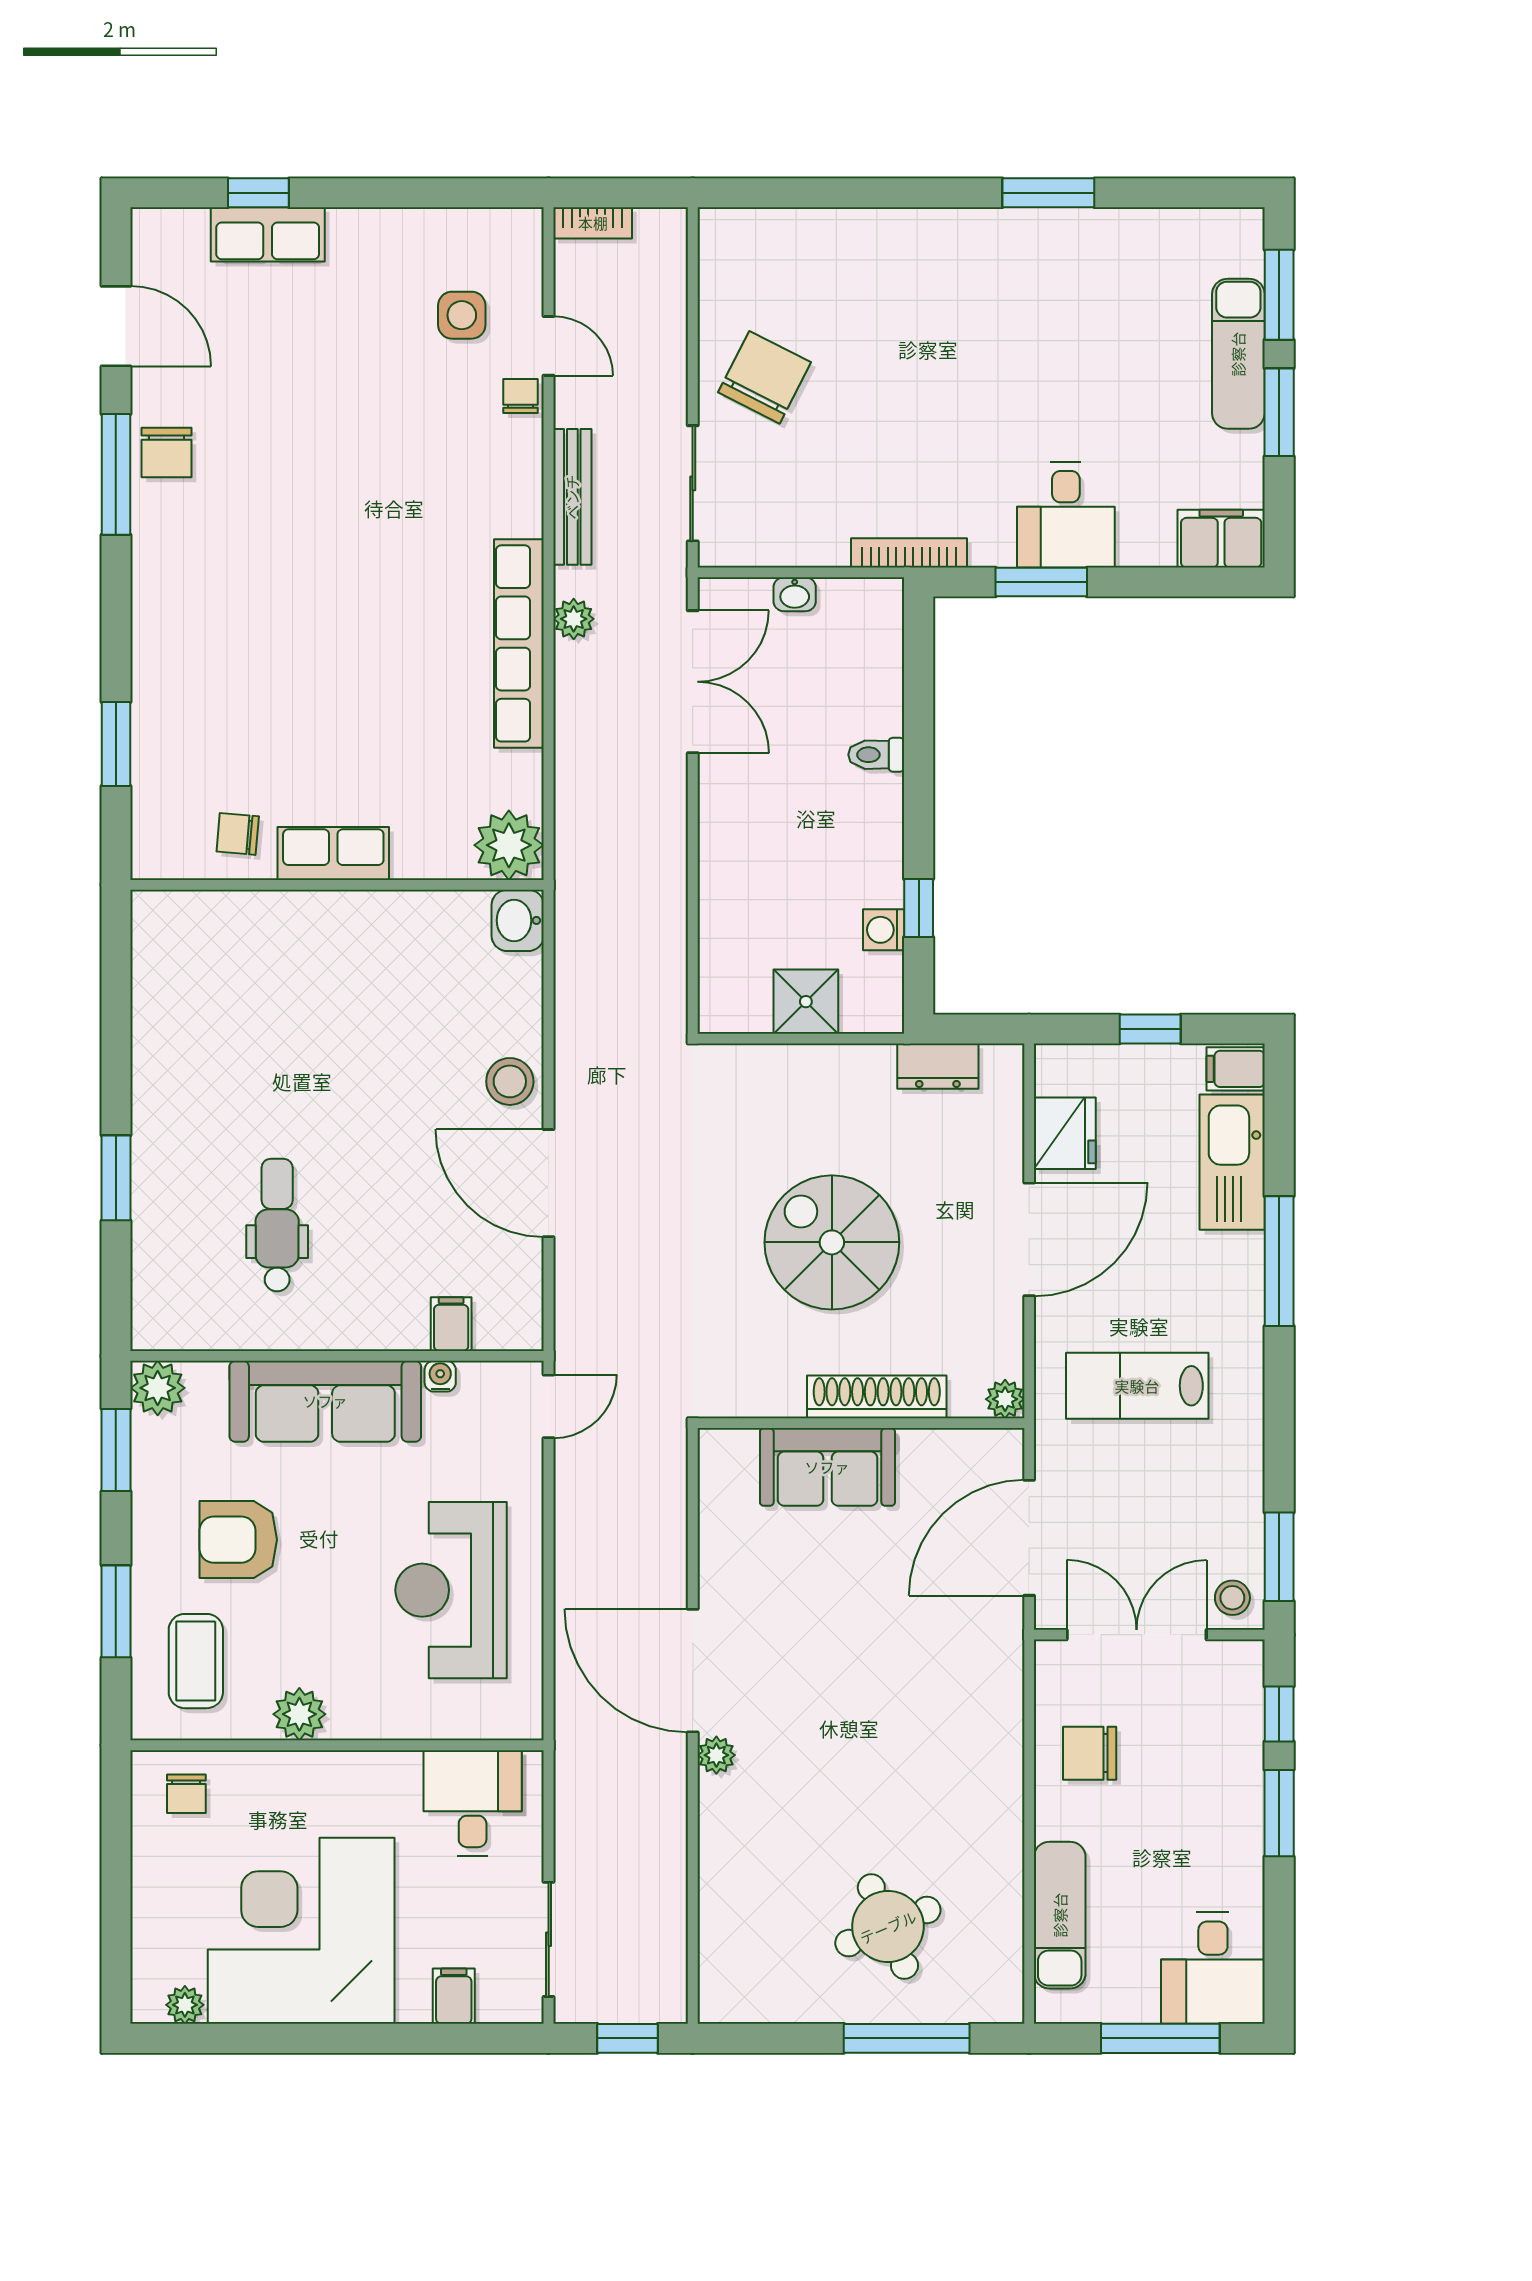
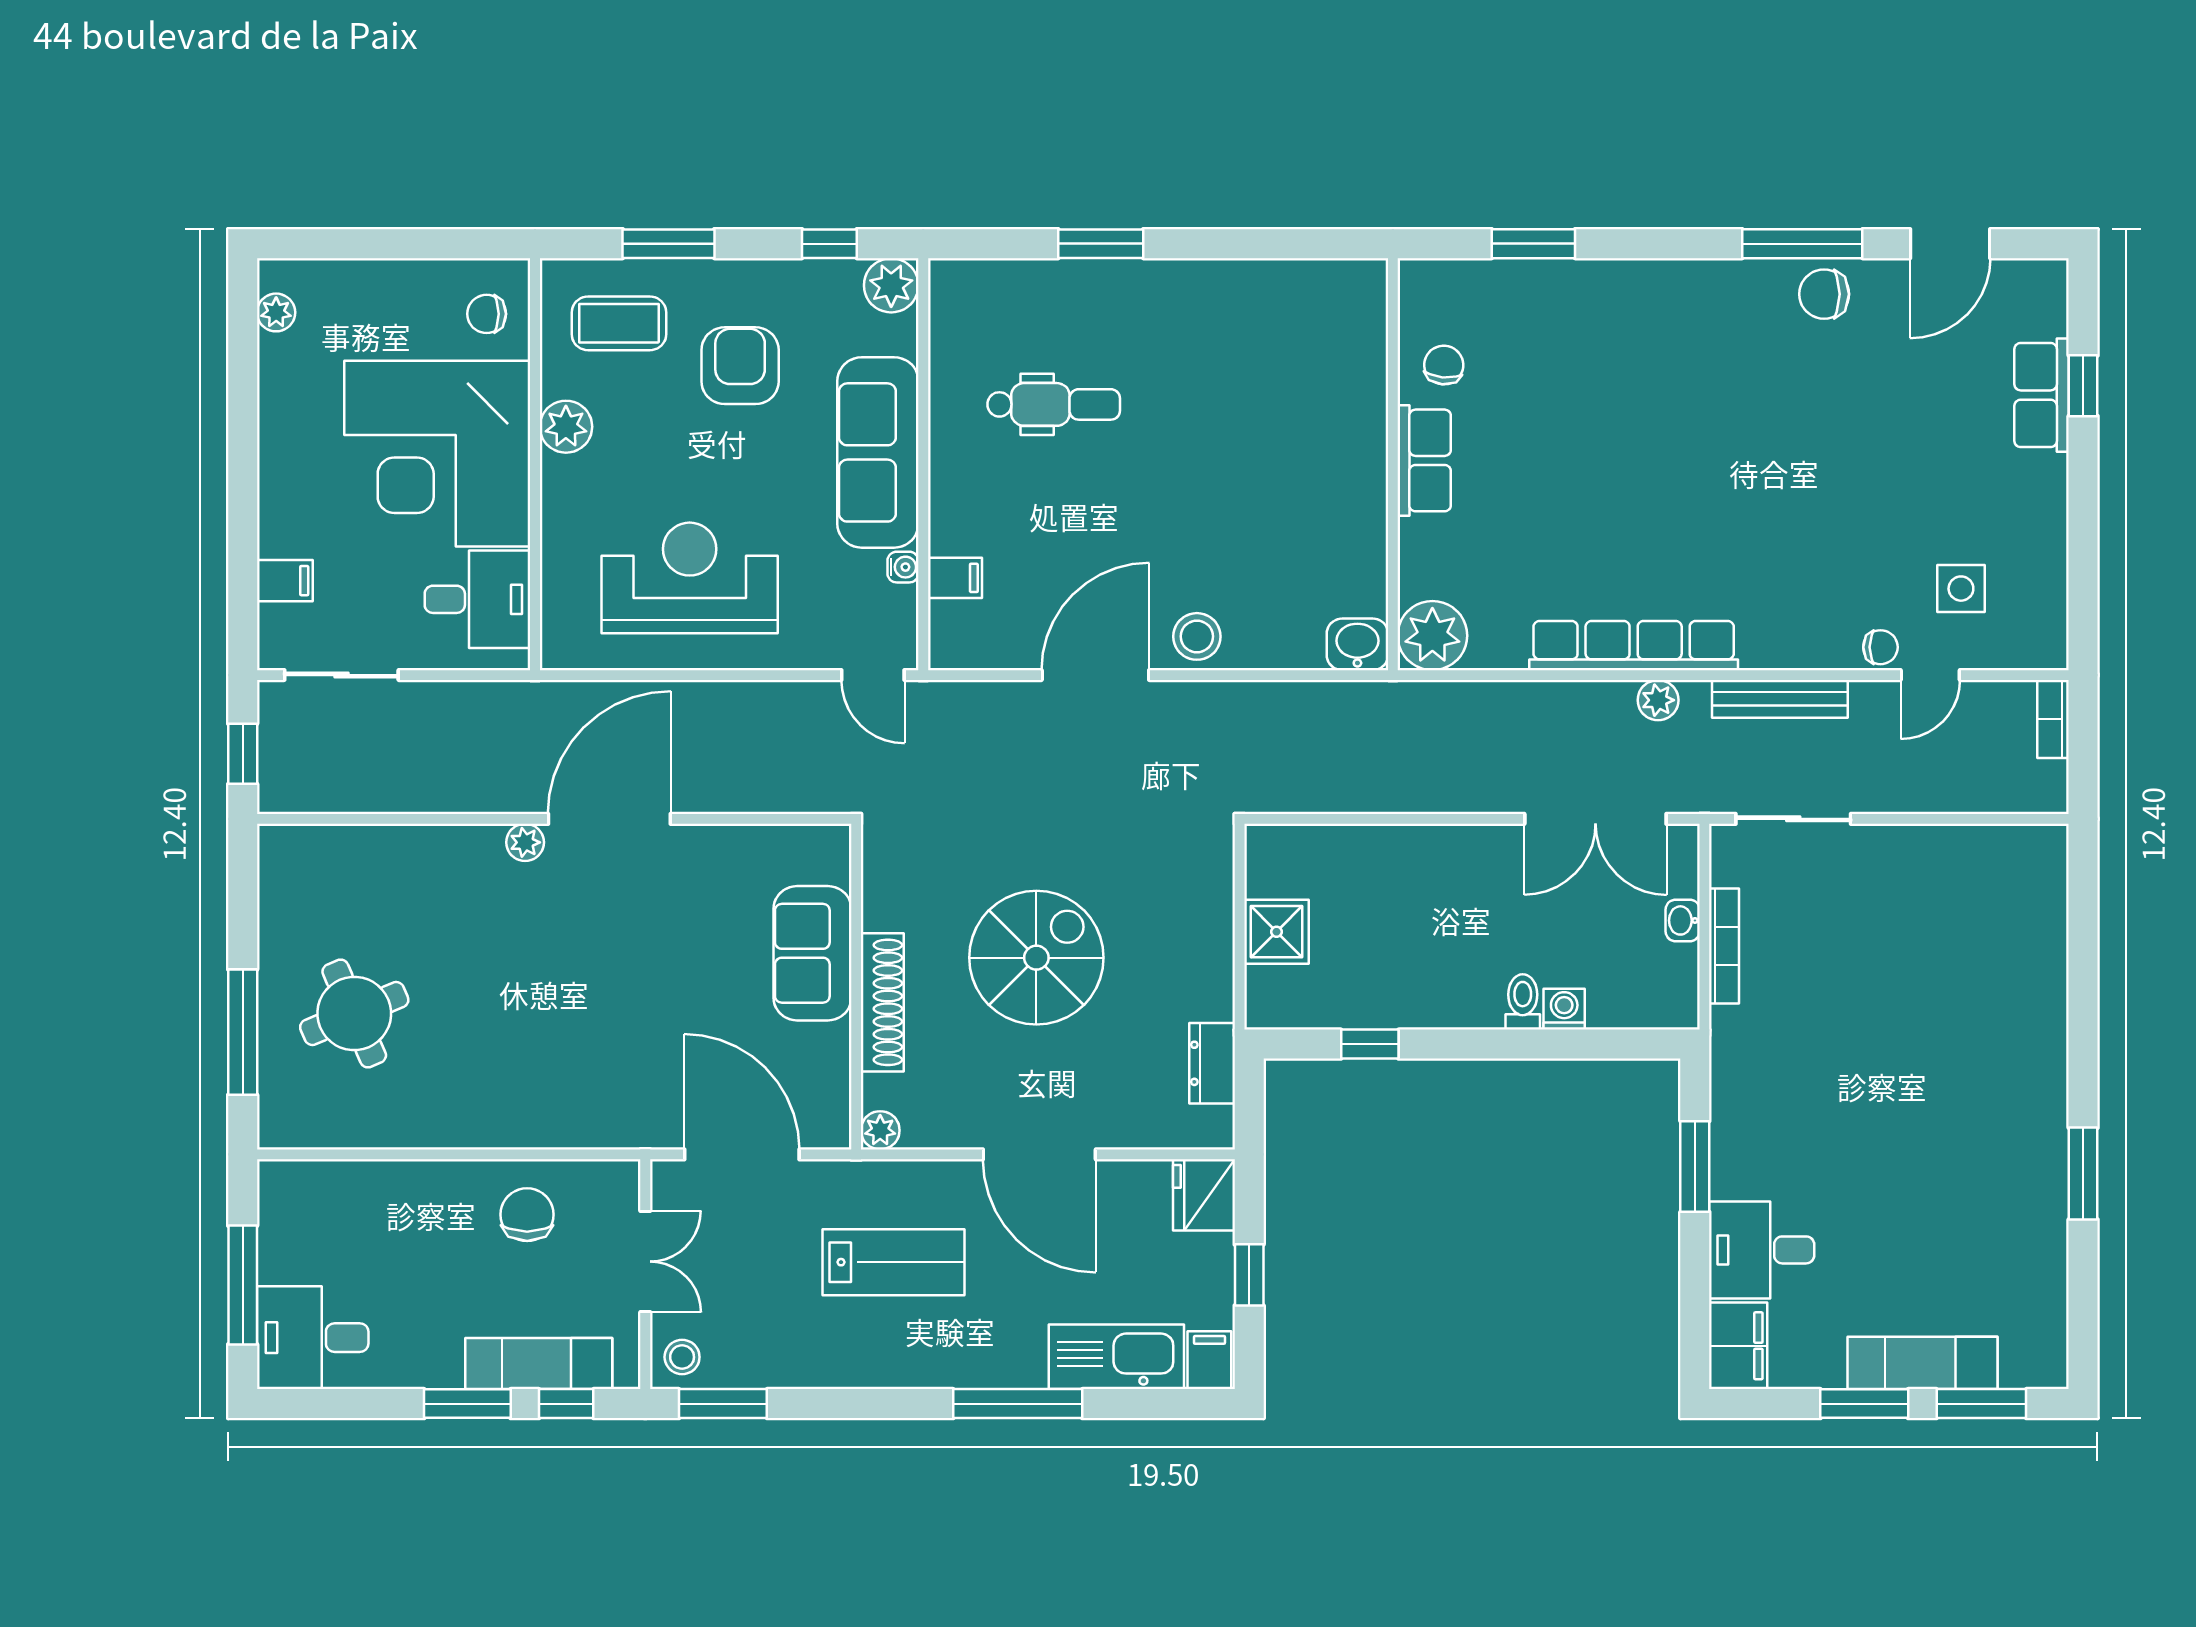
chair: (764, 377) -> (1899, 890), removed
desk: (1066, 515) -> (1762, 1250), moved
bookcase: (909, 553) -> (1724, 946), moved
washing machine: (884, 930) -> (1564, 1009), moved
fridge: (1065, 1133) -> (1204, 1195), moved, turned 90
lab bench: (1137, 1386) -> (893, 1262), turned 90
window: (116, 1450) -> (829, 244), width x0.67
double door: (1137, 1635) -> (645, 1261), width x0.73
exam couch: (1060, 1915) -> (539, 1364), moved, turned 180
corner desk: (301, 1931) -> (437, 454), moved, turned 180

